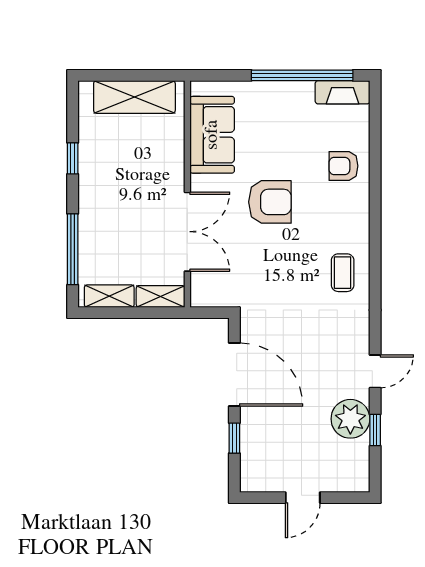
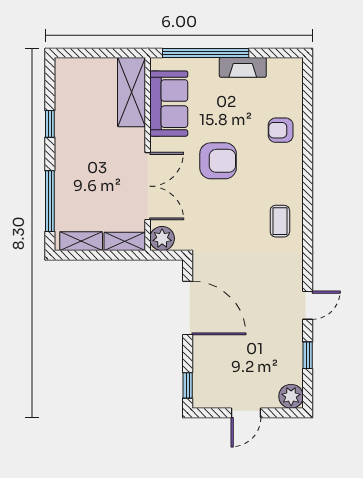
window: (302, 75) -> (206, 53), moved
fireplace: (343, 92) -> (243, 67), moved
shelving: (134, 97) -> (132, 92), moved, turned 90
plant: (204, 293) -> (162, 238), added
plant: (350, 419) -> (291, 396), moved, width x0.73, depth x0.73
window: (234, 438) -> (188, 385), moved

